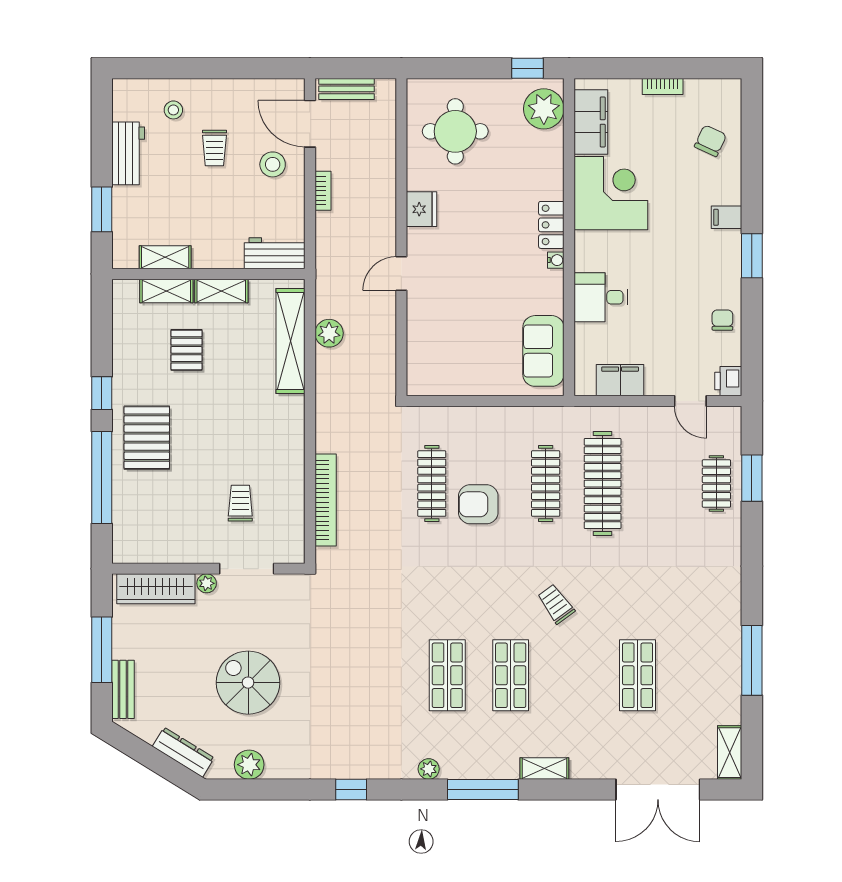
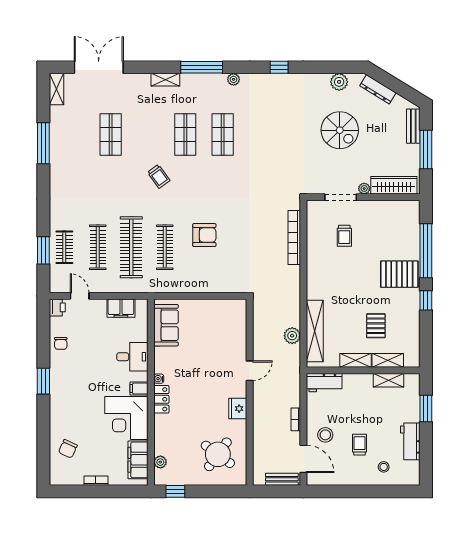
plant: (544, 109) -> (160, 462), width x0.53, depth x0.53
round table: (455, 131) -> (218, 454), turned 36
filing cabinet: (727, 217) -> (139, 388), moved, turned 180
pallet: (147, 438) -> (399, 274), turned 90
clothes rail: (432, 484) -> (98, 247), moved

